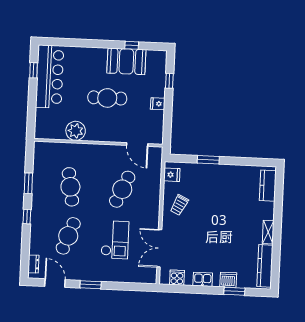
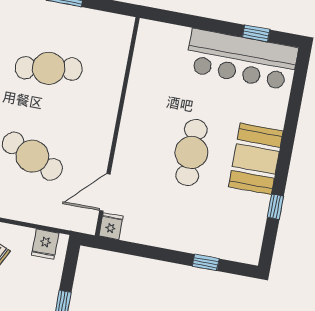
booth: (126, 61) -> (256, 159), moved
fridge: (158, 104) -> (111, 226), moved
plant: (76, 131) -> (143, 91), removed

